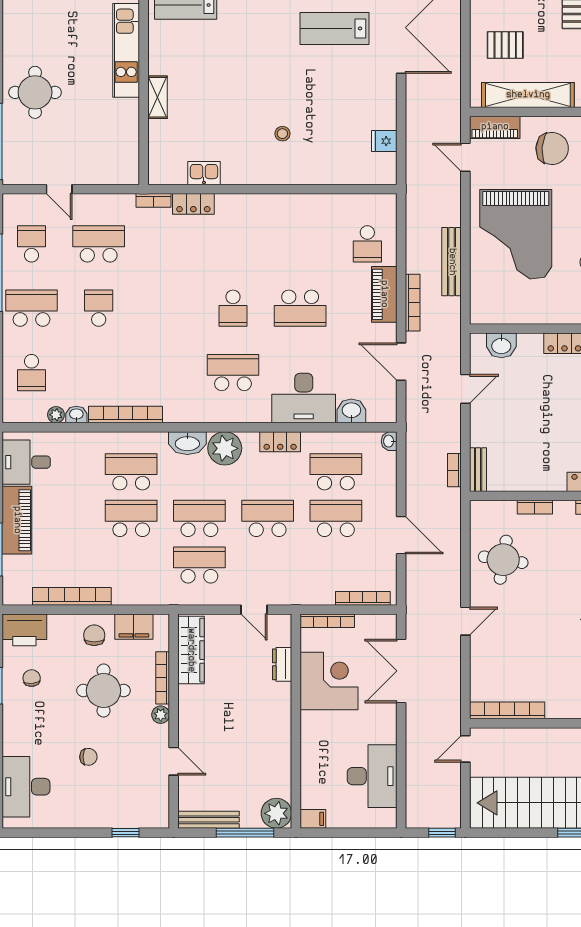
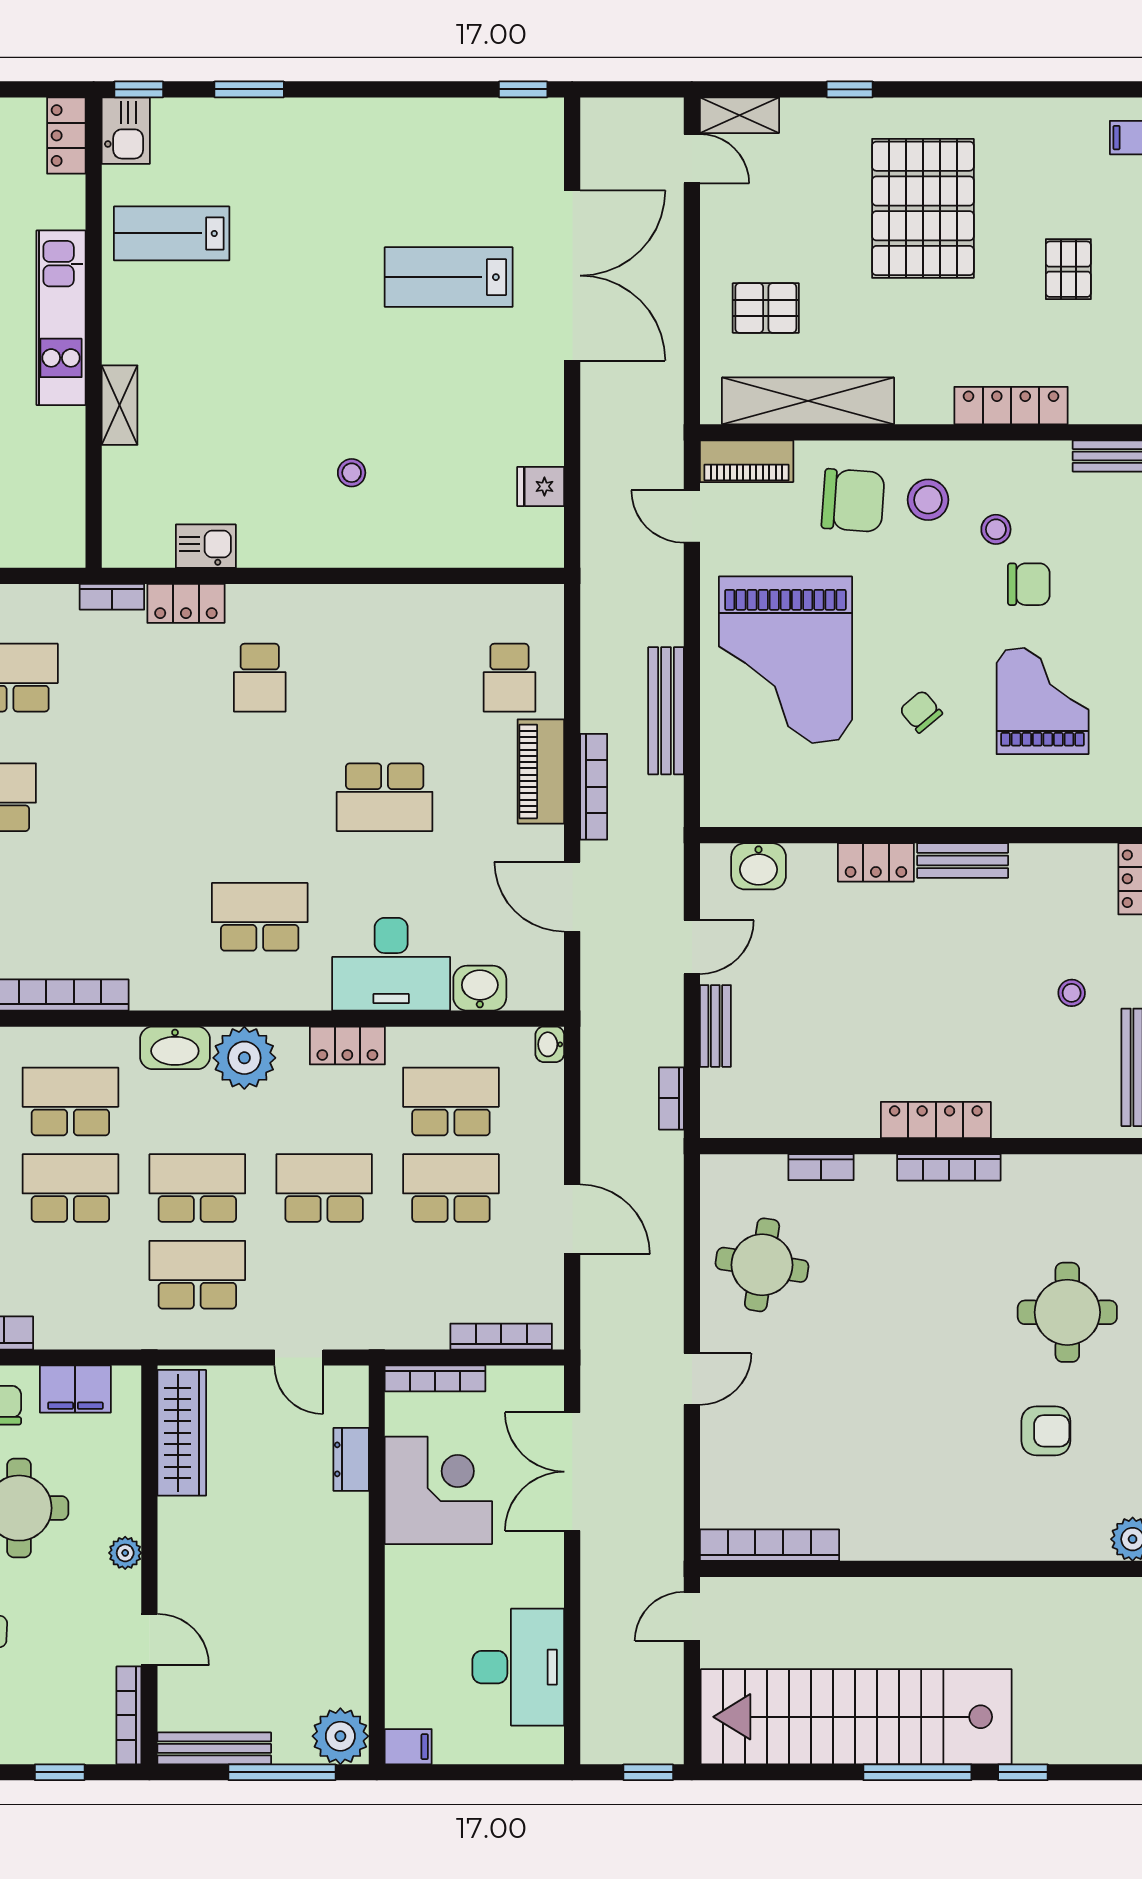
school desk: (233, 308) -> (260, 678), moved
bench: (478, 470) -> (715, 1026), moved
bookcase: (163, 678) -> (129, 1715), moved

